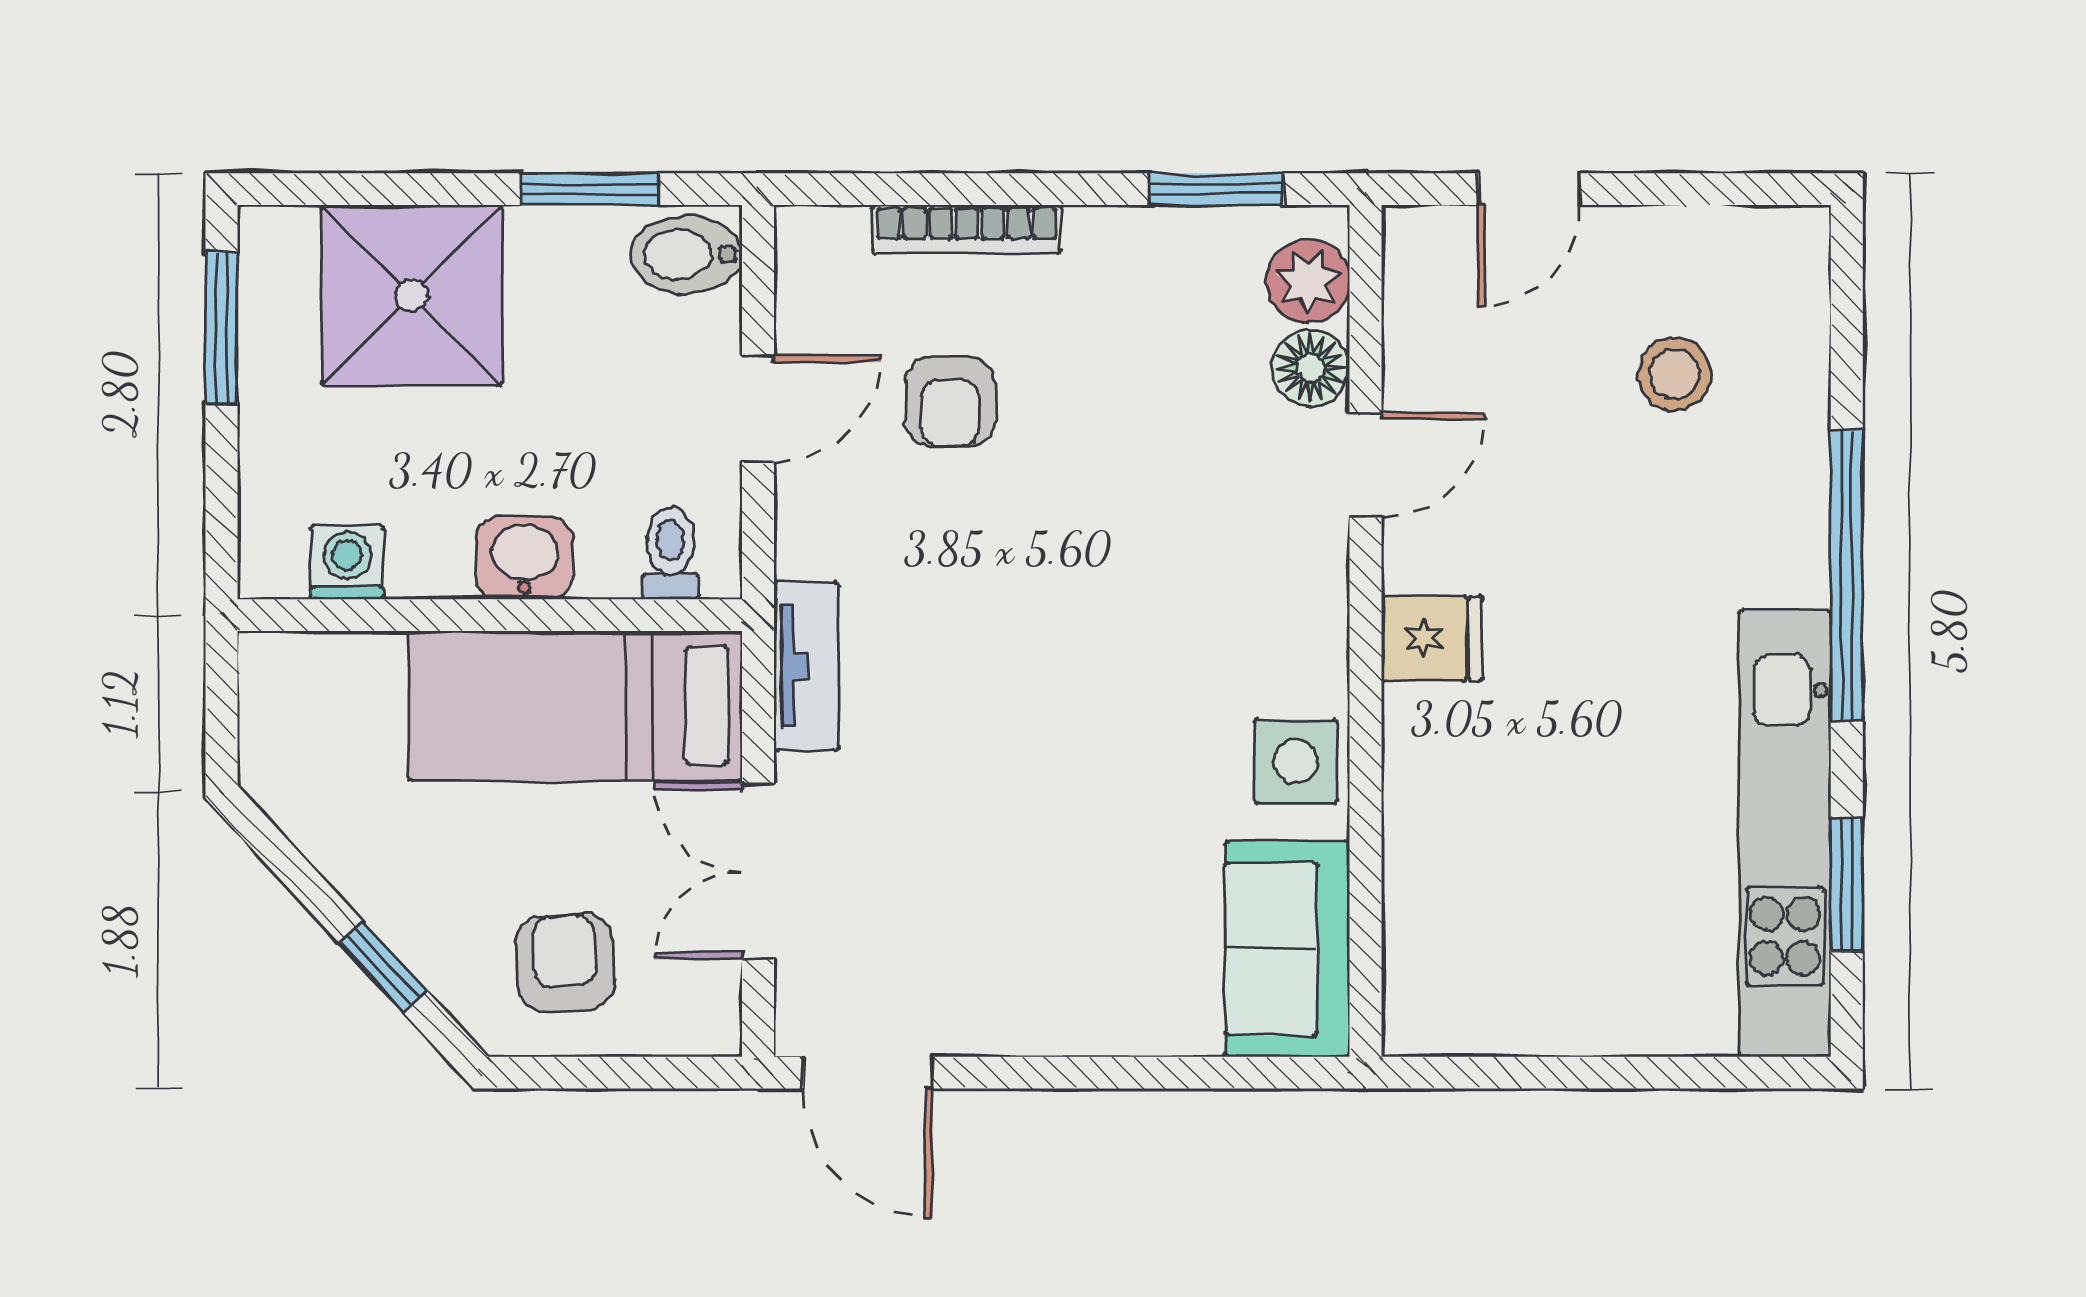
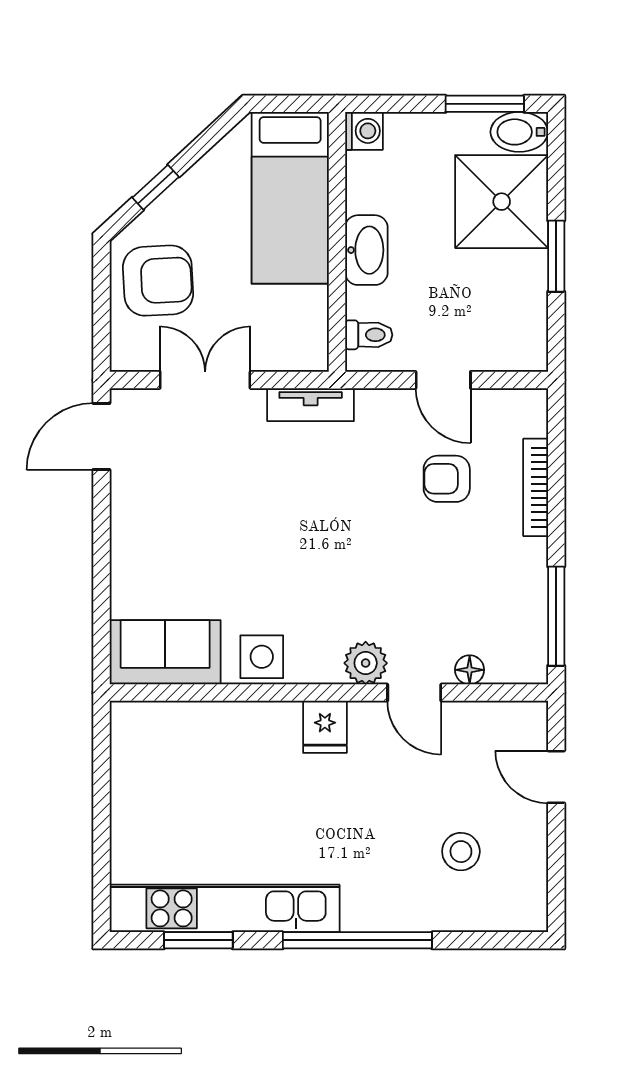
window: (590, 189) -> (556, 256), moved
window: (1217, 189) -> (556, 616), width x1.44
bidet: (686, 254) -> (519, 132), moved, turned -90
plant: (1308, 281) -> (366, 663), moved
floor lamp: (1311, 368) -> (470, 670), width x0.73, depth x0.73
washbasin: (524, 558) -> (366, 250), width x1.38
washing machine: (347, 563) -> (364, 131), moved
bed: (575, 706) -> (290, 198), moved, turned 180
armchair: (565, 963) -> (158, 281), width x1.38, depth x1.38

